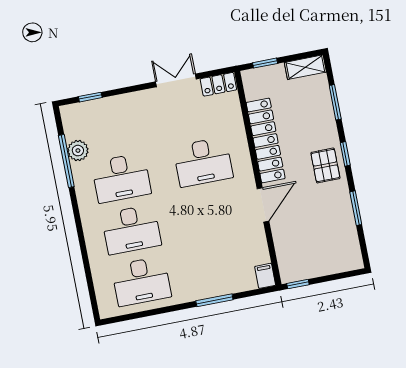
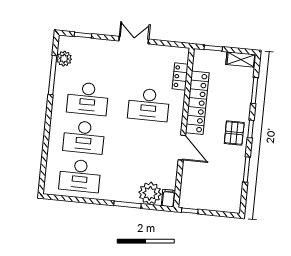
double door: (176, 80) -> (134, 40), moved
locker: (218, 84) -> (180, 77), moved, turned 90
plant: (78, 151) -> (64, 59), moved
door: (263, 205) -> (182, 148), hinge flipped
plant: (239, 277) -> (150, 193), added

